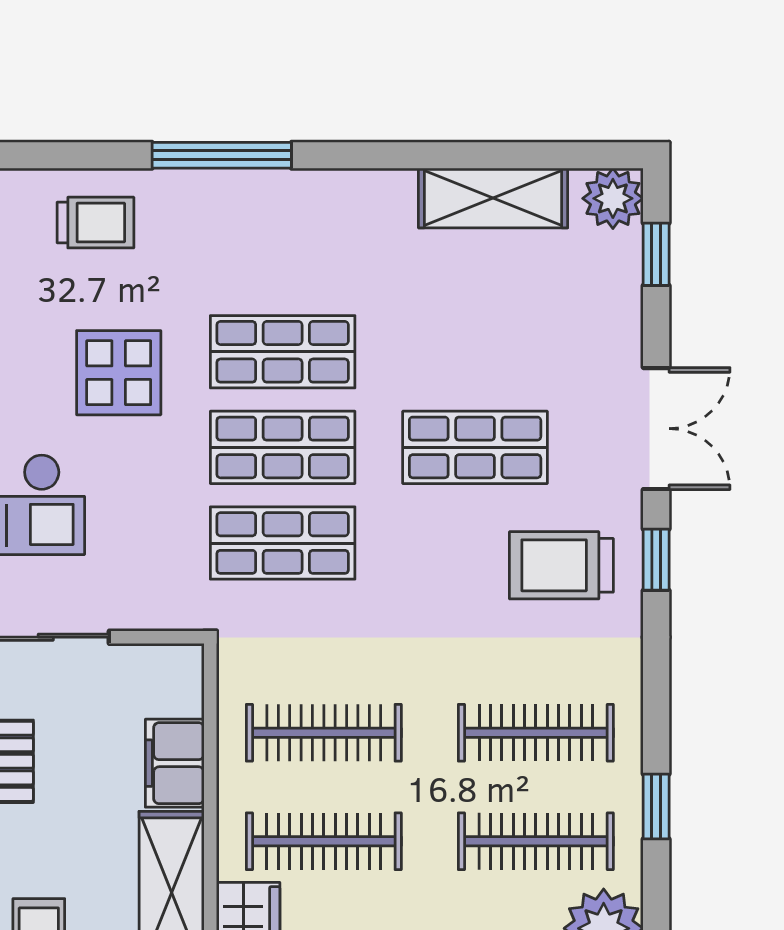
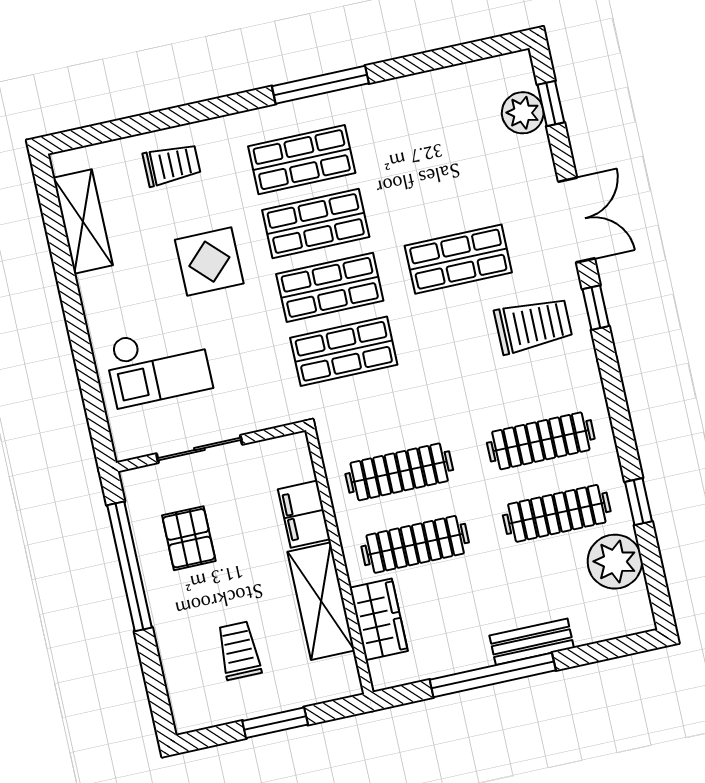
window: (222, 155) -> (320, 85), moved
shelving: (493, 198) -> (434, 90), removed
plant: (613, 198) -> (523, 113), moved
shop shelf: (283, 256) -> (302, 160), added
trolley: (561, 565) -> (533, 325), turned 180
window: (656, 806) -> (638, 502), moved

